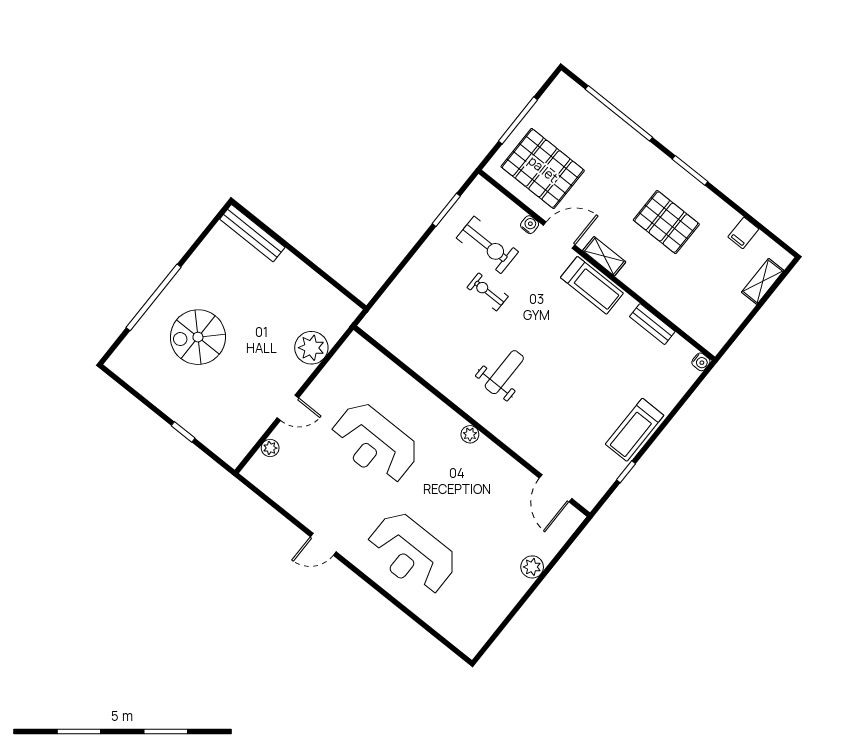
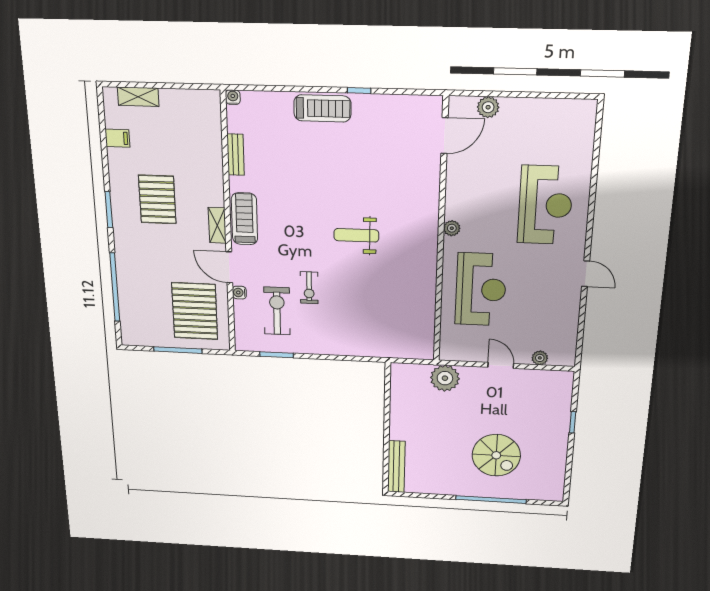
wall: (472, 421) -> (441, 234), moved
plant: (470, 434) -> (452, 228), moved
door: (556, 488) -> (444, 136), moved

